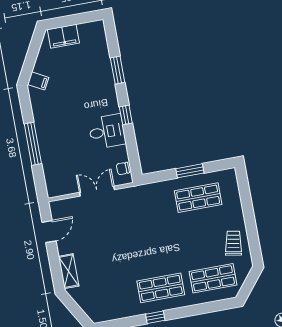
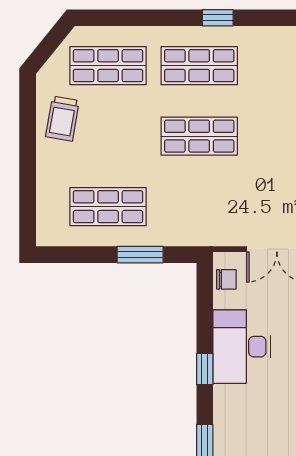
desk: (107, 132) -> (242, 347), width x1.37
window: (190, 171) -> (140, 255), moved
shop shelf: (153, 248) -> (199, 136), added

